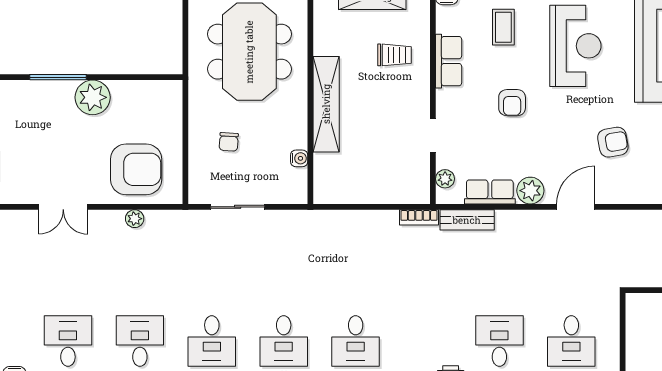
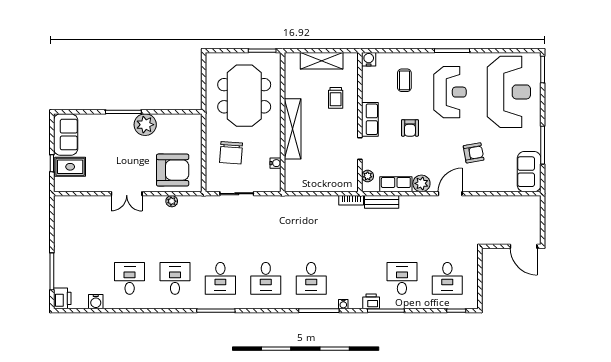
trolley: (394, 55) -> (336, 98), turned 90
row of seats: (449, 61) -> (370, 119), moved
chair: (229, 142) -> (231, 153), width x1.87, depth x1.87

